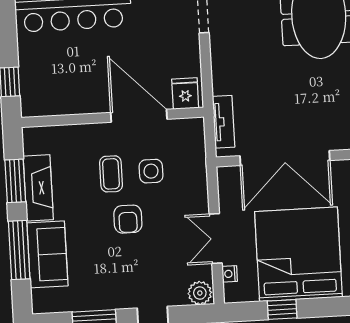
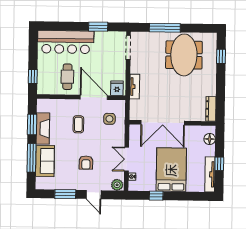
cafe table: (81, 77) -> (67, 77), added
tv unit: (224, 122) -> (135, 87), moved
side table: (151, 171) -> (109, 119), moved
armchair: (128, 219) -> (86, 163), moved
bed: (298, 254) -> (171, 170), width x0.73

